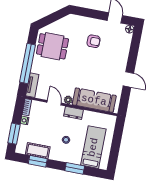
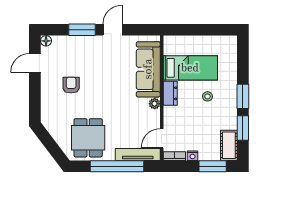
window: (133, 57) -> (82, 30), added
tv unit: (32, 85) -> (138, 154), width x1.41
door: (54, 103) -> (162, 138), moved
bed: (93, 147) -> (190, 68), moved, turned 180
cot: (38, 151) -> (229, 145), moved
window: (75, 168) -> (243, 96), moved

